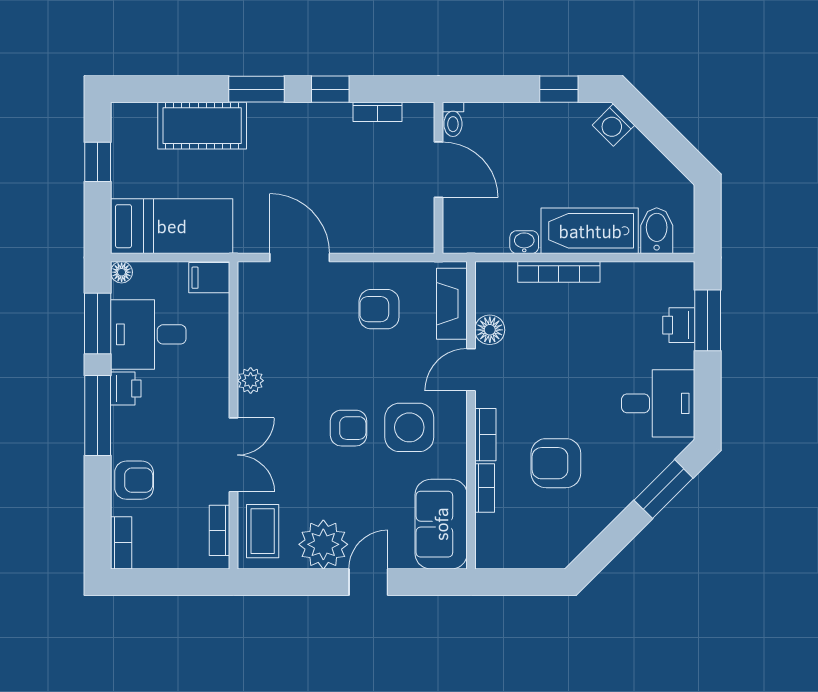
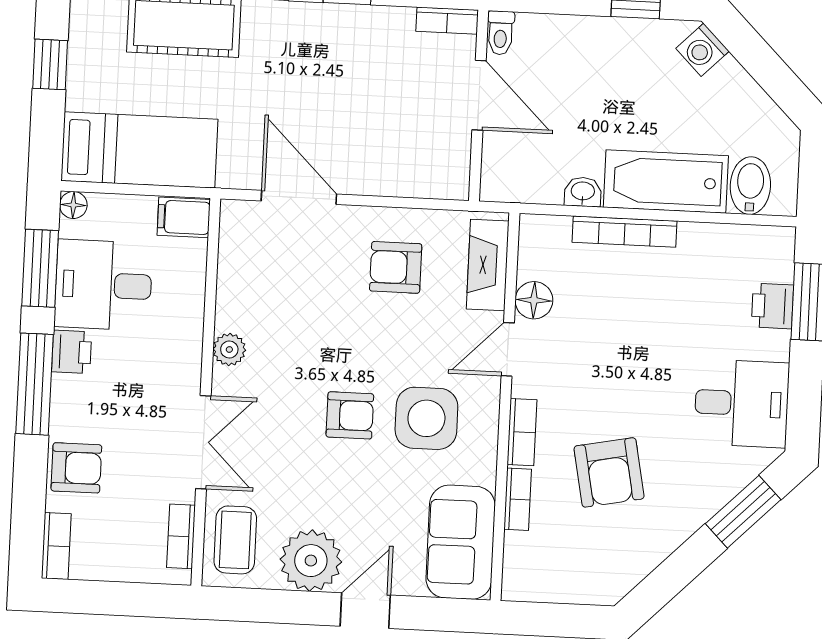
bookcase: (377, 112) -> (447, 21), moved
armchair: (556, 463) -> (609, 472), turned -101

